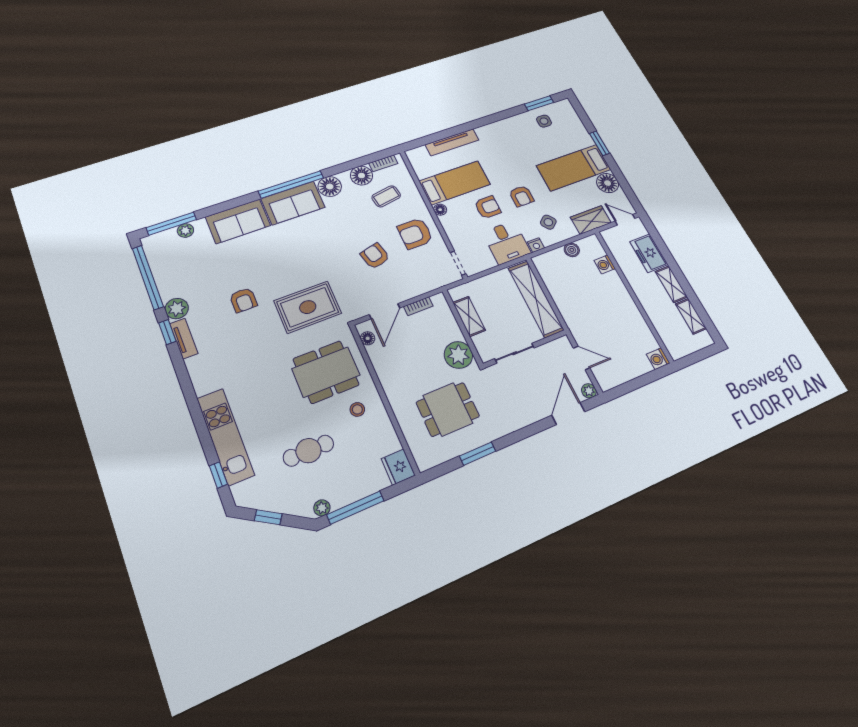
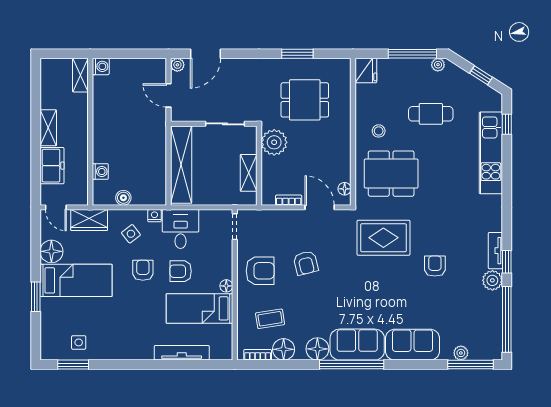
door: (385, 311) -> (320, 207), hinge flipped
shelving: (691, 316) -> (80, 75), moved

